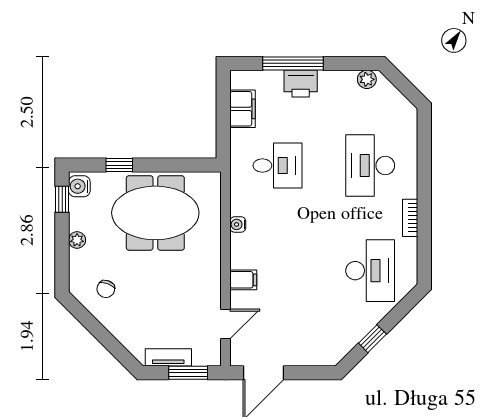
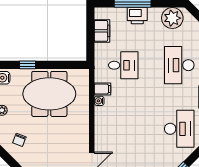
plant: (367, 79) -> (172, 18), width x1.88, depth x1.88
filing cabinet: (243, 280) -> (102, 89), moved

